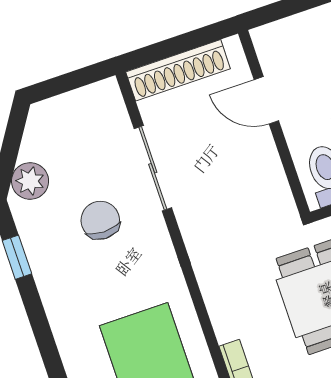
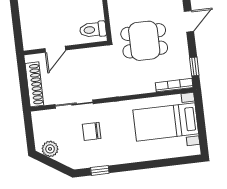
plant: (30, 181) -> (50, 149), moved

